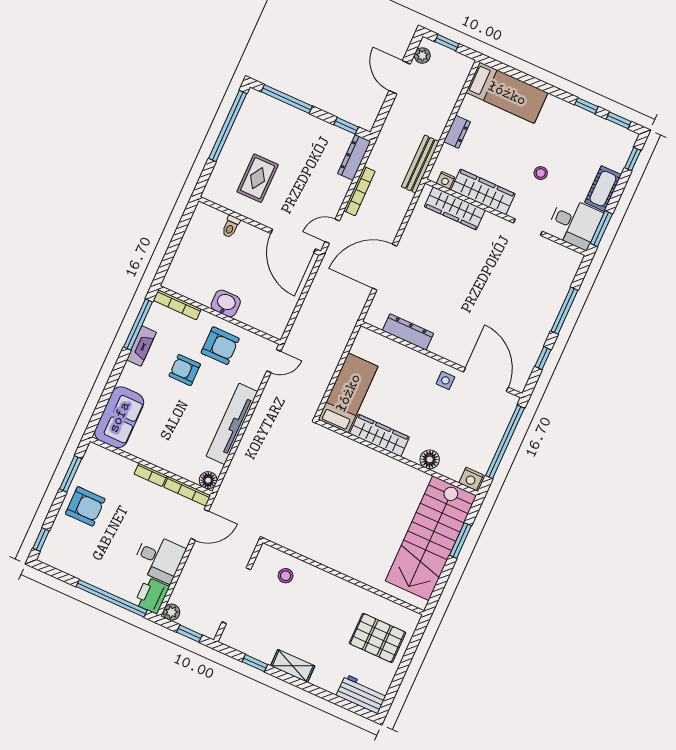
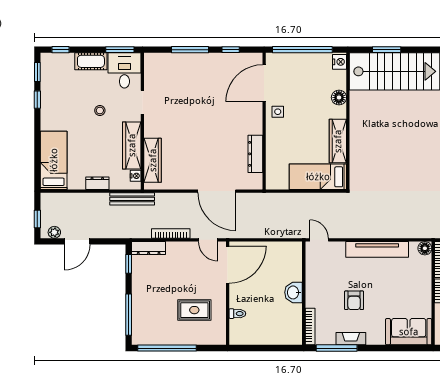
armchair: (220, 346) -> (325, 283), removed

